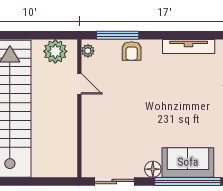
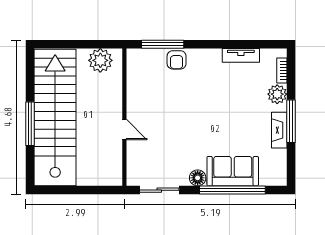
tv unit: (189, 47) -> (241, 55), width x0.71
plant: (88, 51) -> (133, 60), removed
door: (79, 84) -> (124, 129), moved

